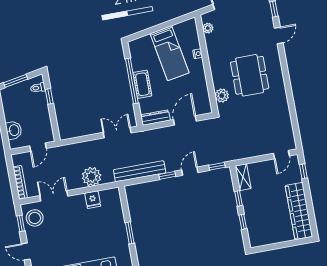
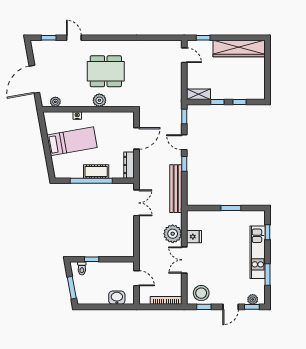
plant: (222, 96) -> (99, 100), moved
door: (185, 120) -> (137, 138), swing flipped
double door: (117, 133) -> (137, 203), swing flipped
double door: (54, 196) -> (184, 260), moved

